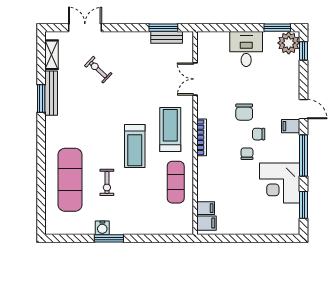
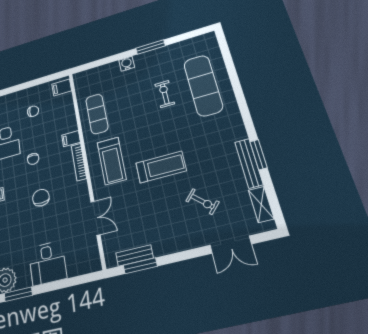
chair: (259, 134) -> (33, 111), moved
treadmill: (135, 146) -> (161, 167), moved, turned 90
filing cabinet: (206, 208) -> (71, 139), moved
water cooler: (102, 228) -> (127, 64), moved

